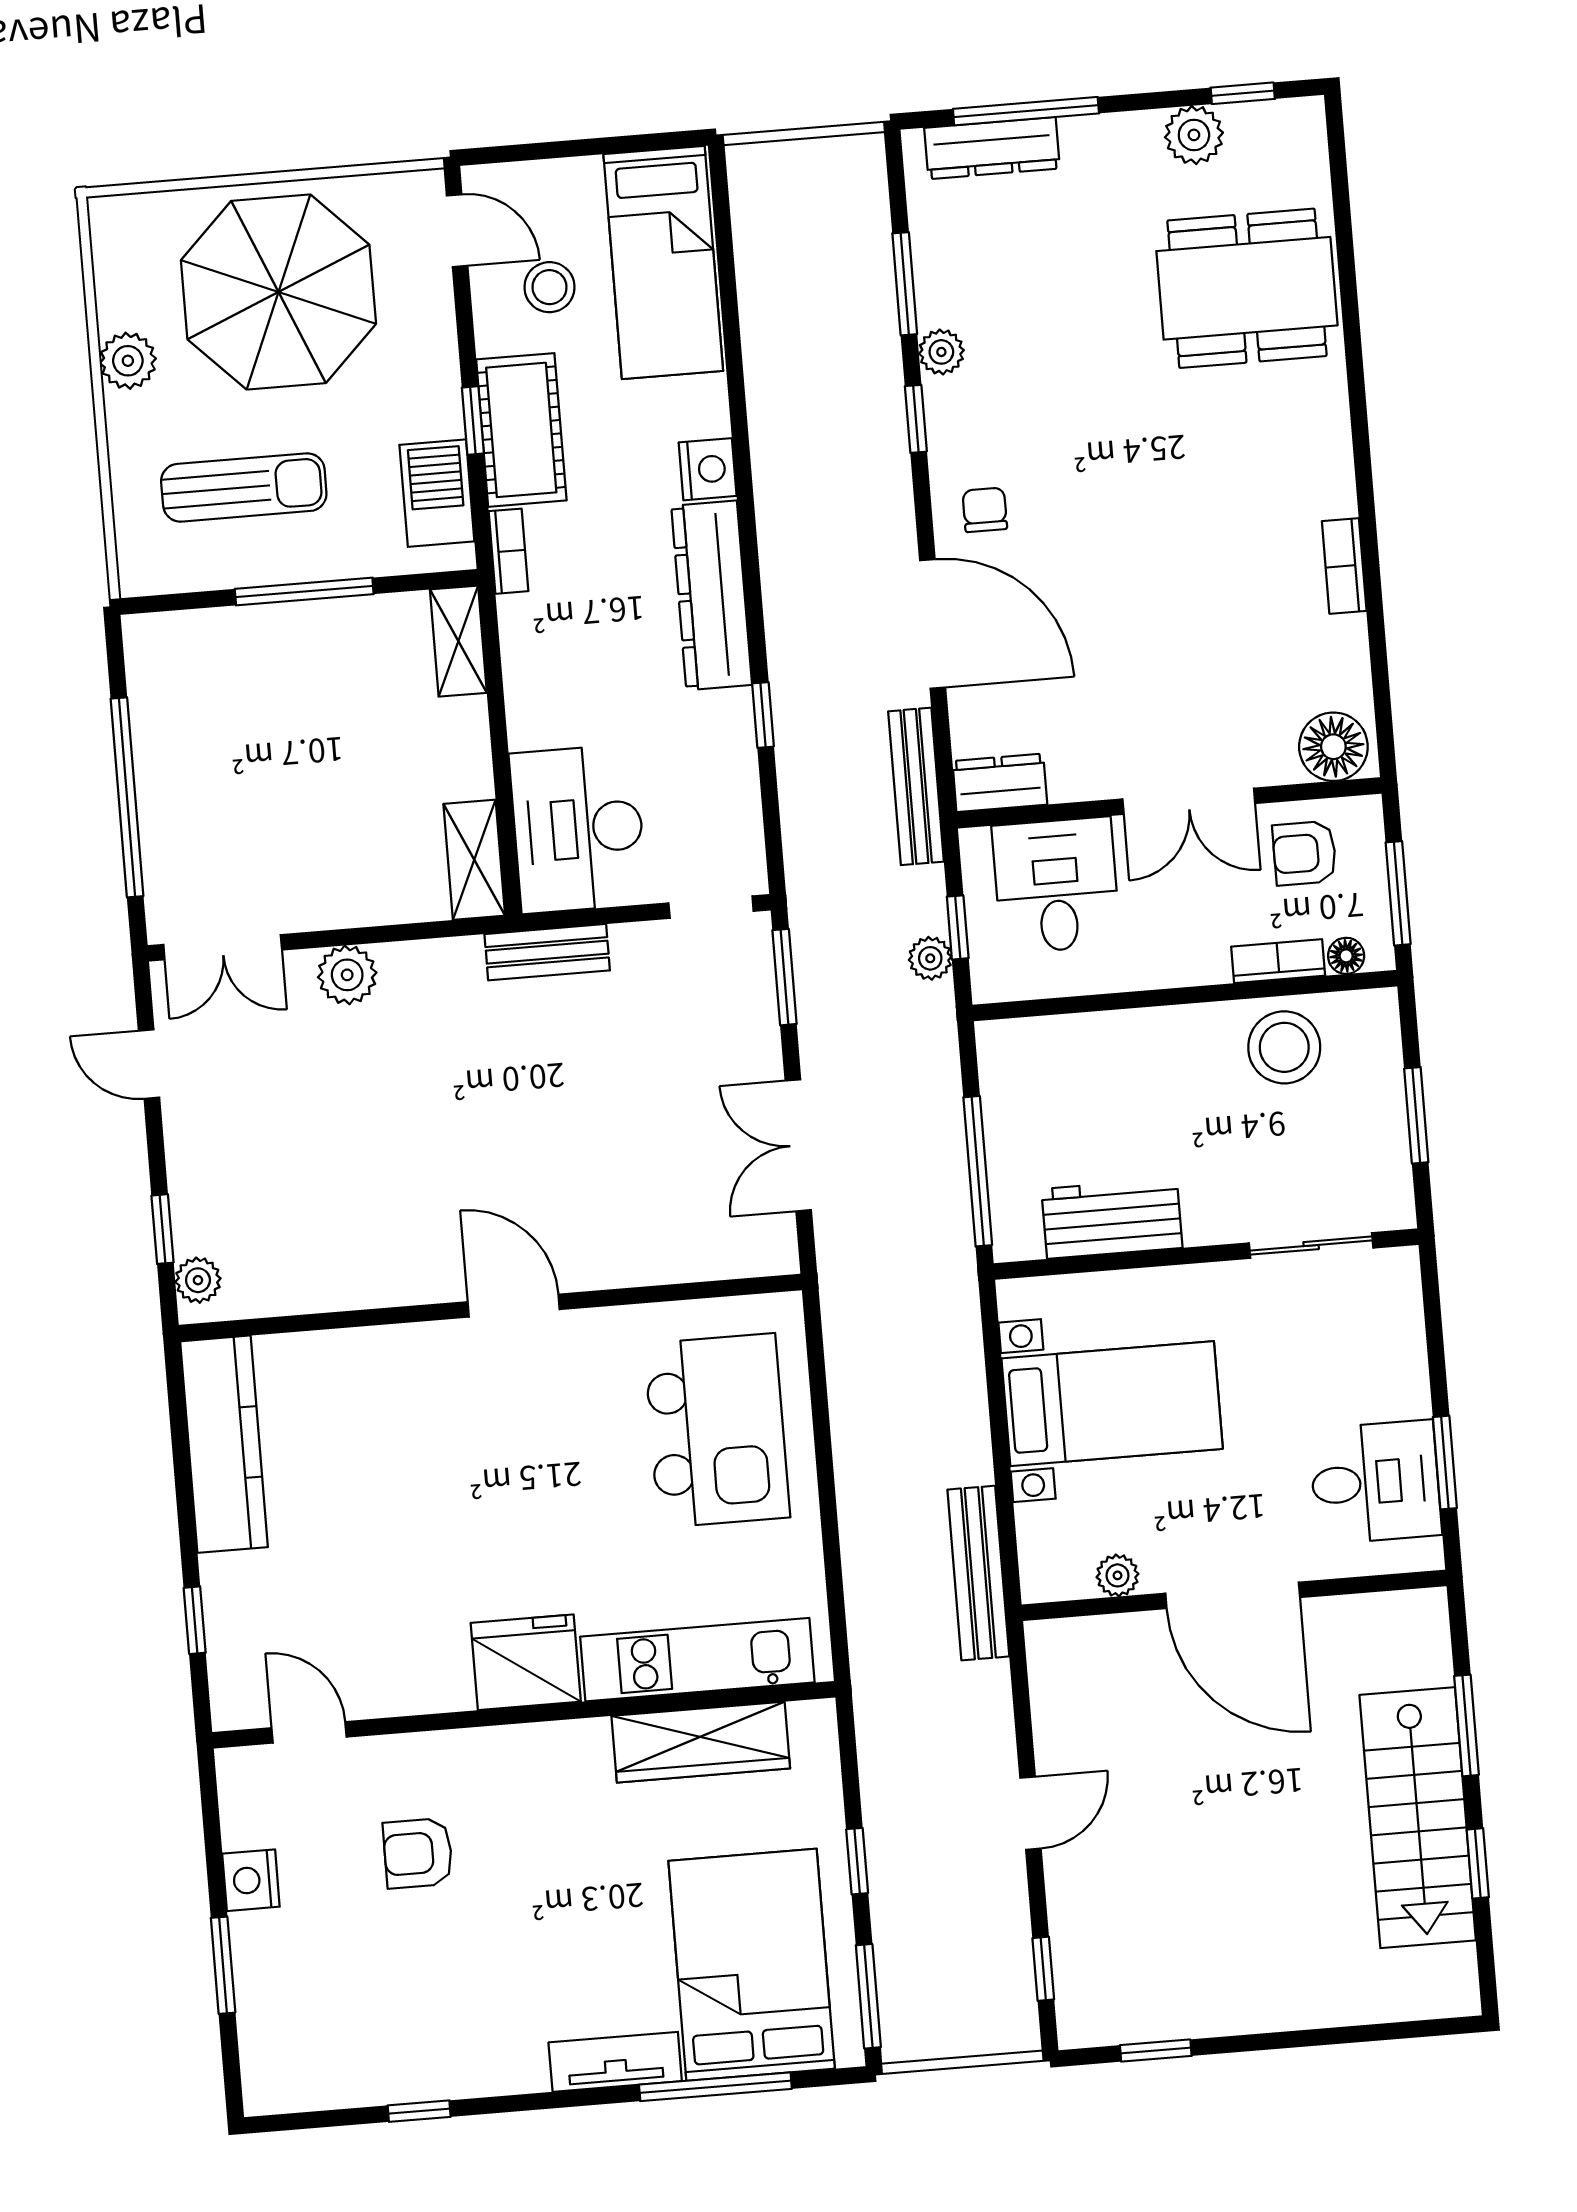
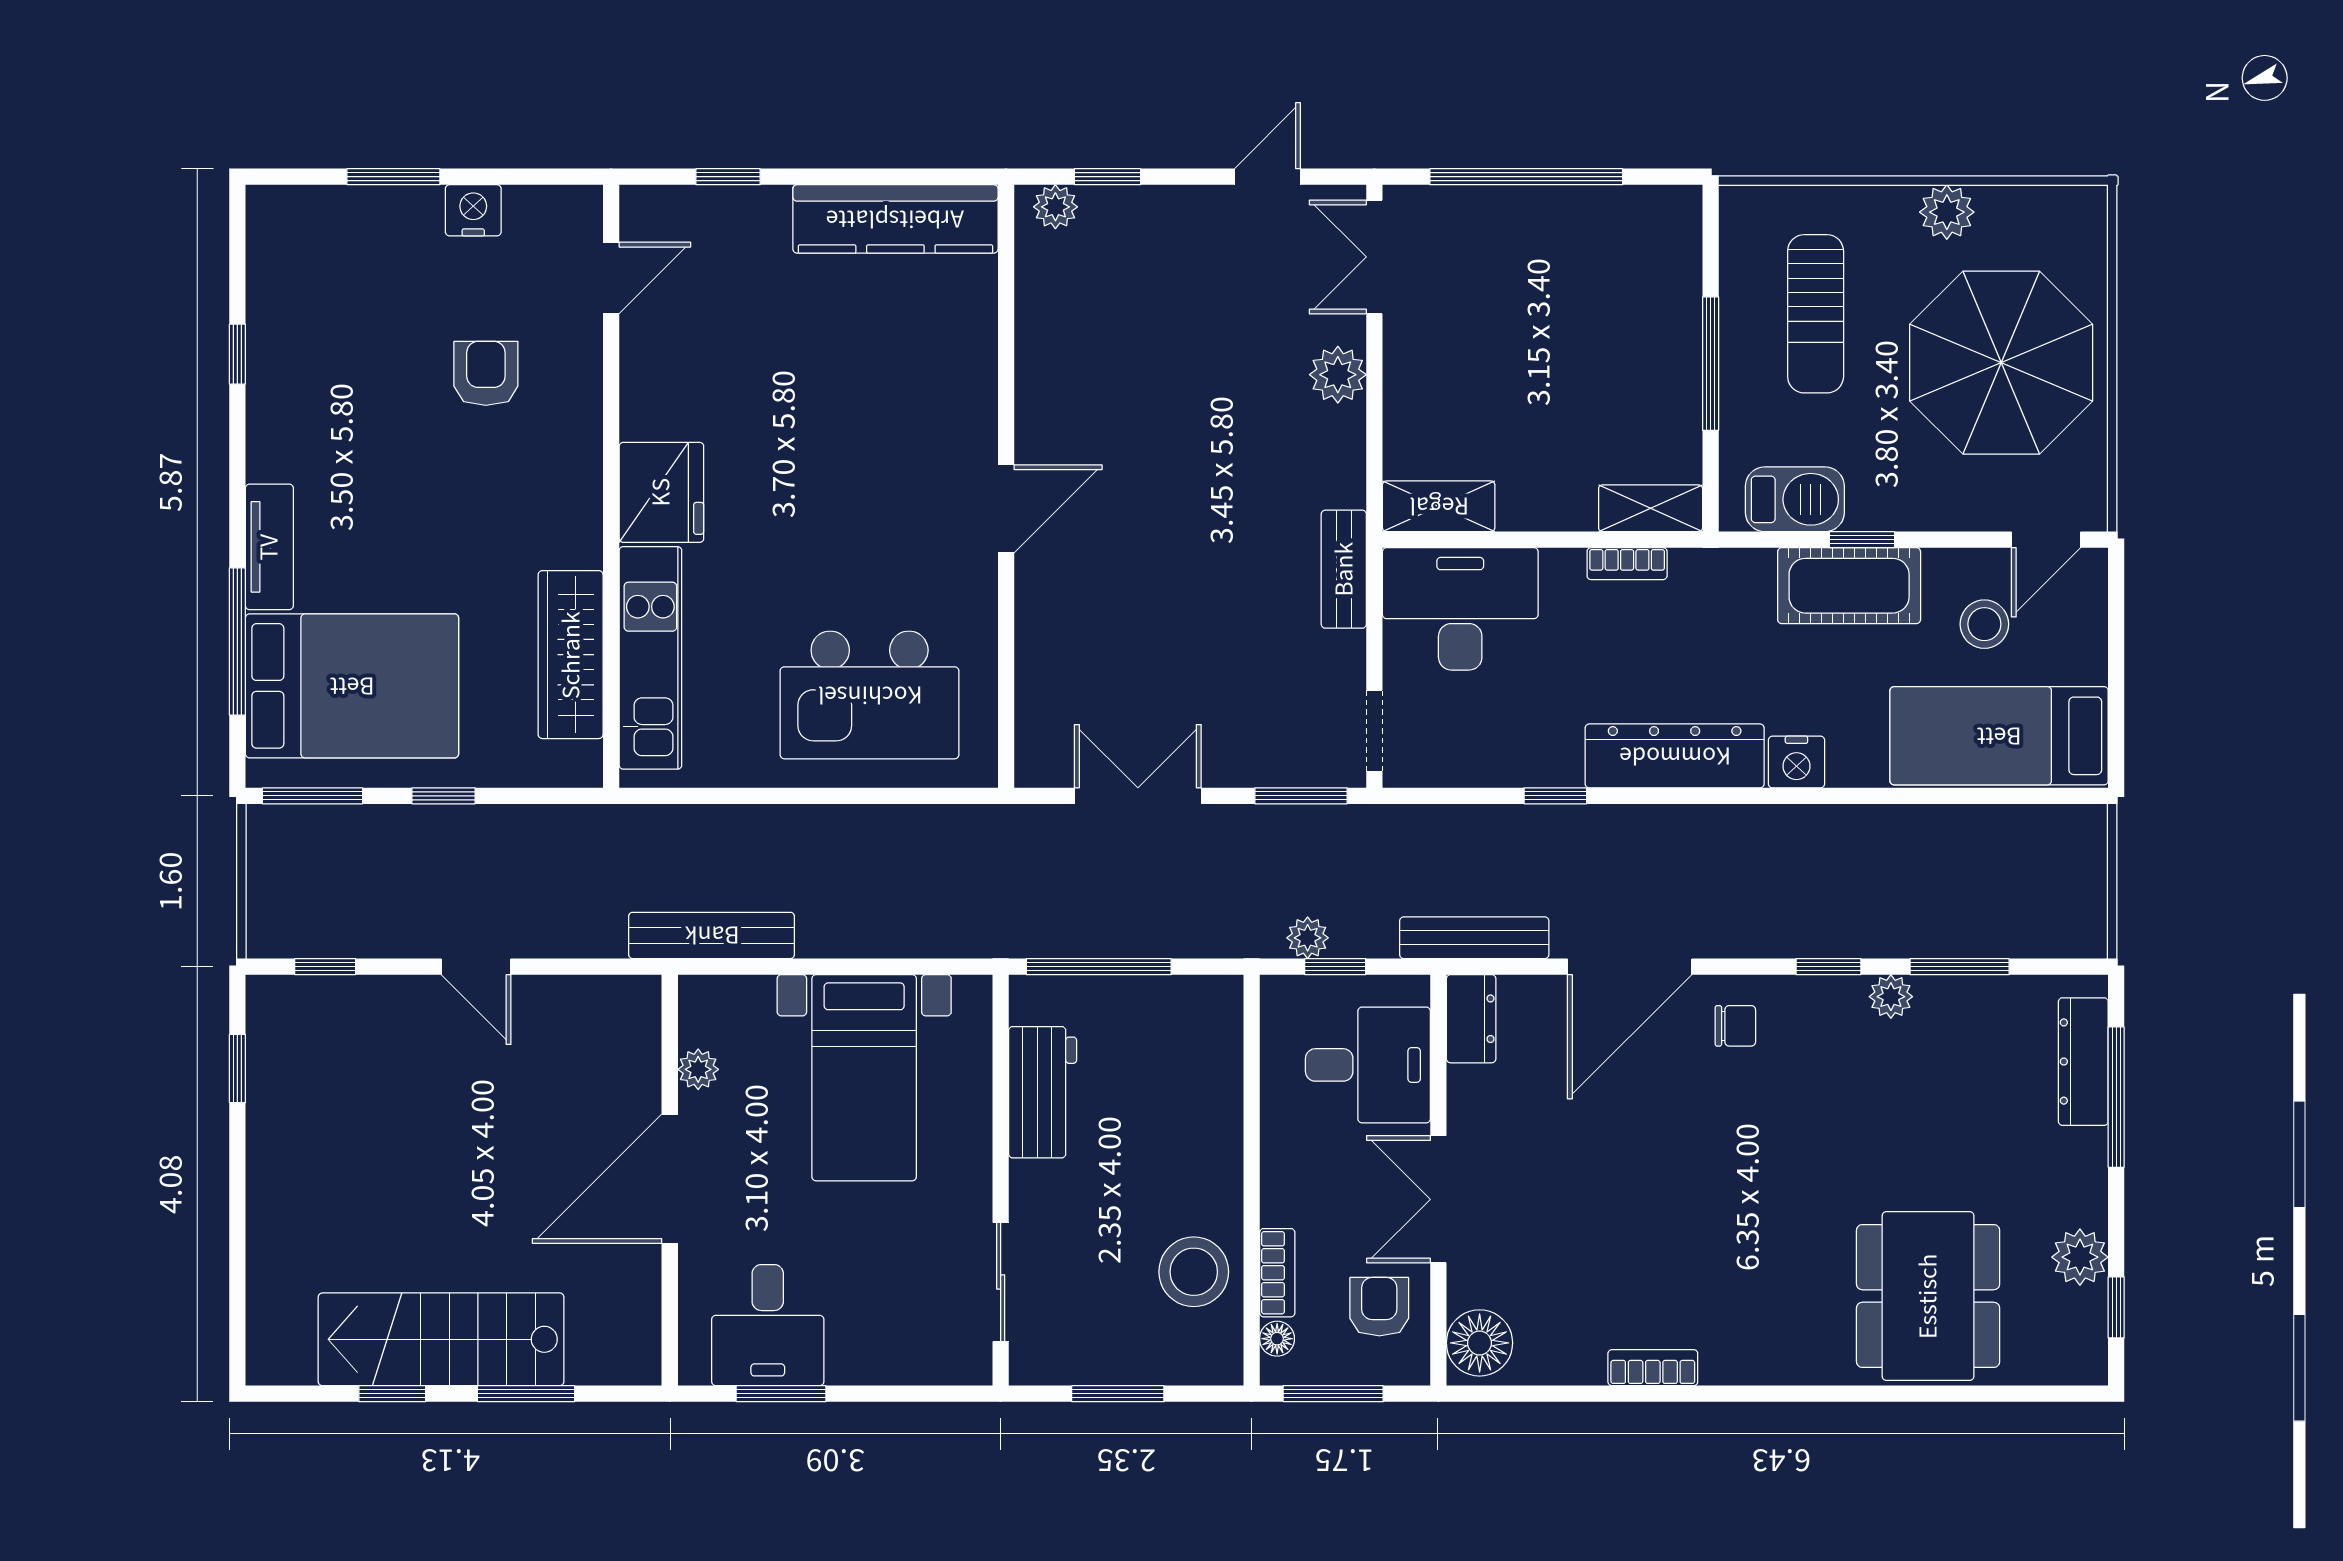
bookcase: (508, 551) -> (1627, 564), moved

